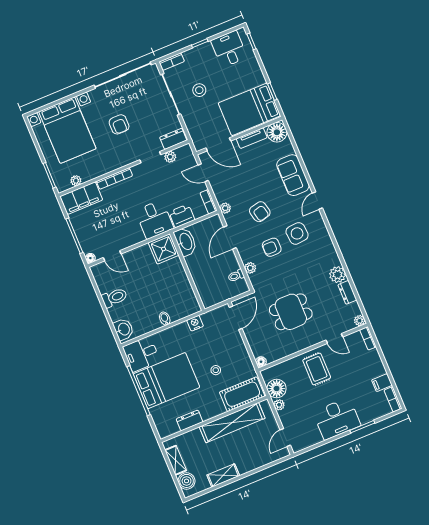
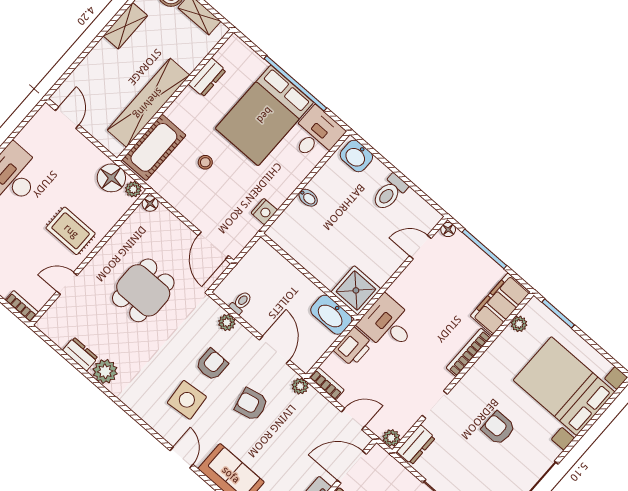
plant: (170, 157) -> (391, 438), moved
plant: (360, 321) -> (45, 324), removed
plant: (279, 405) -> (133, 189), moved

